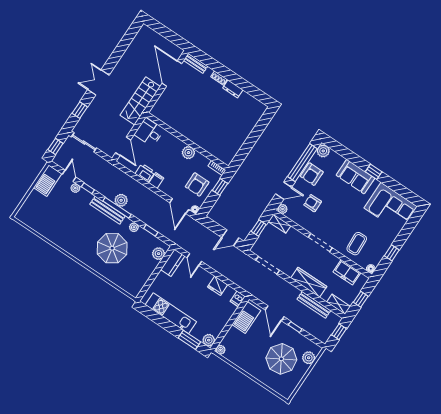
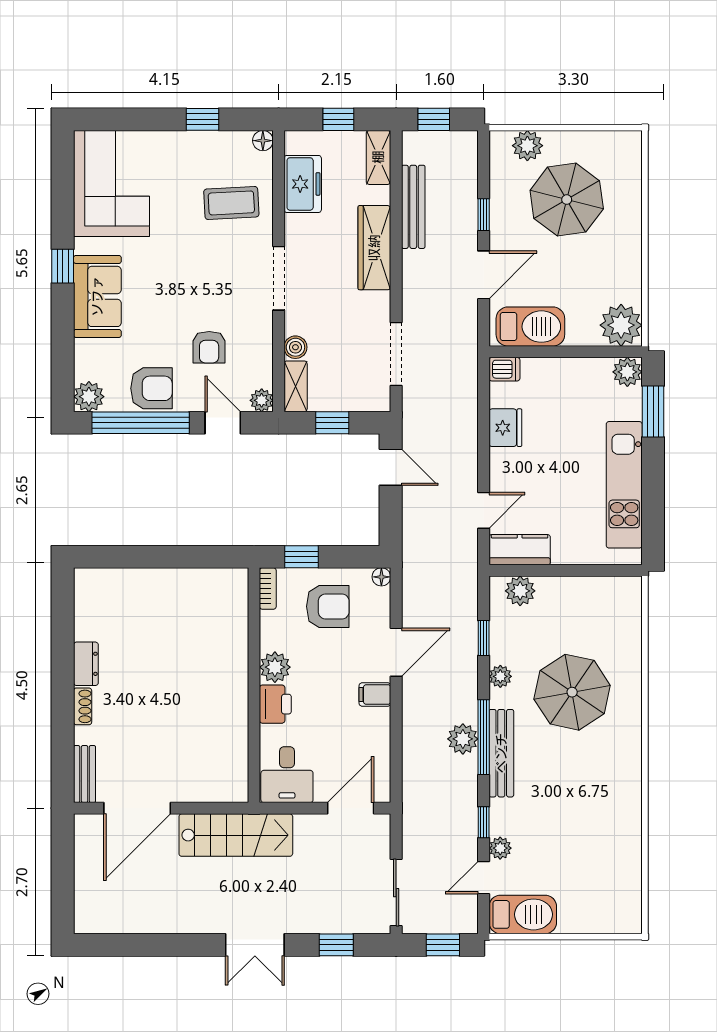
printer: (145, 173) -> (275, 704), moved, turned 180
door: (179, 206) -> (396, 652), moved
boiler: (293, 233) -> (295, 347), added
plant: (220, 350) -> (621, 325), width x1.88, depth x1.88

